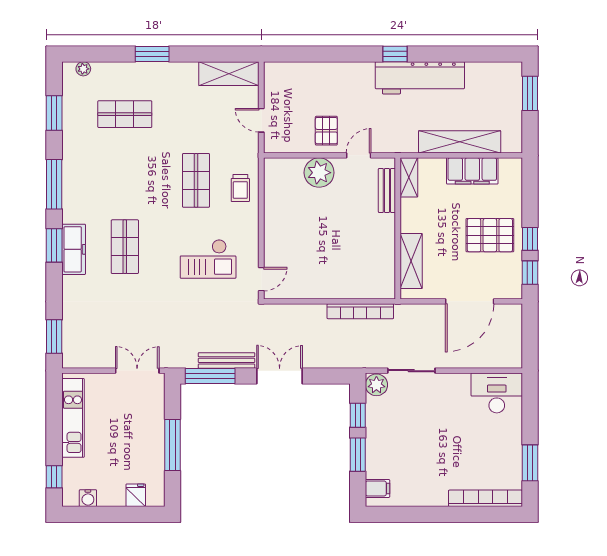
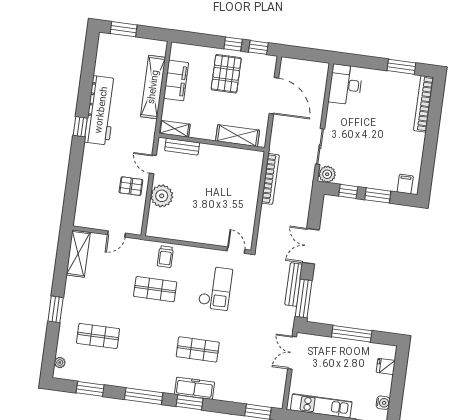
shop shelf: (125, 114) -> (98, 336), turned 90
trolley: (240, 188) -> (165, 257), turned 90

